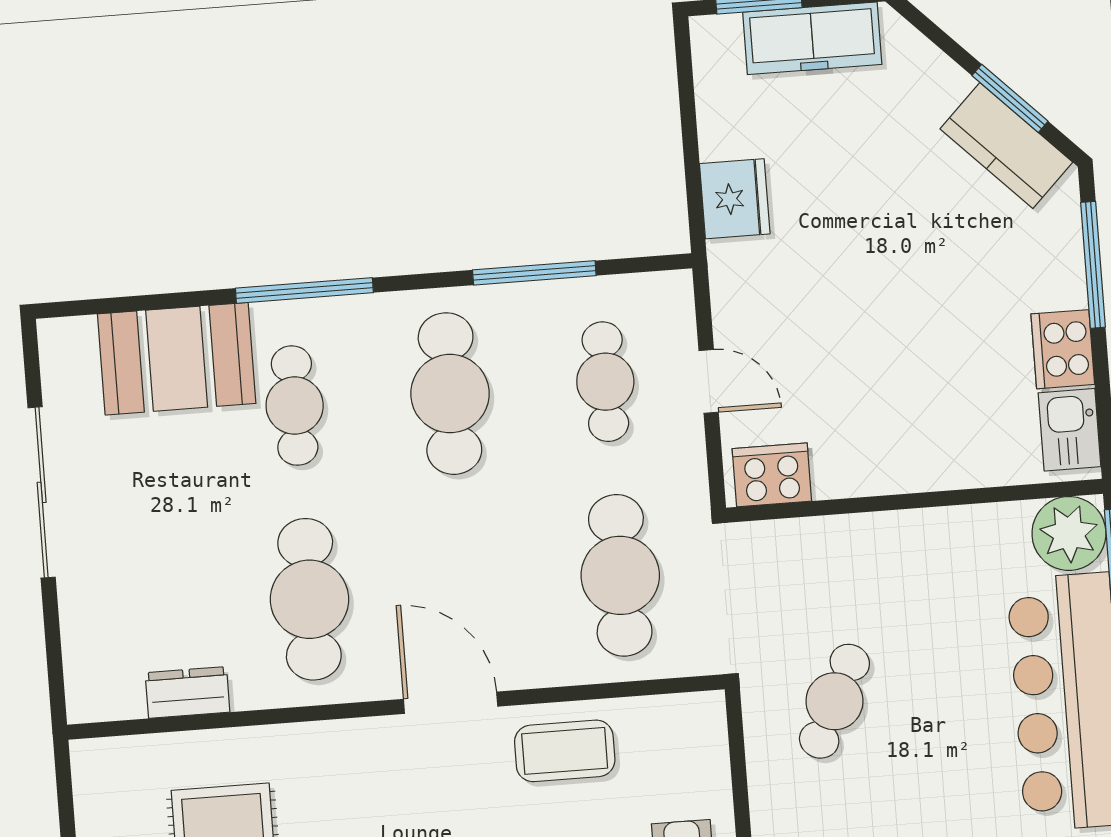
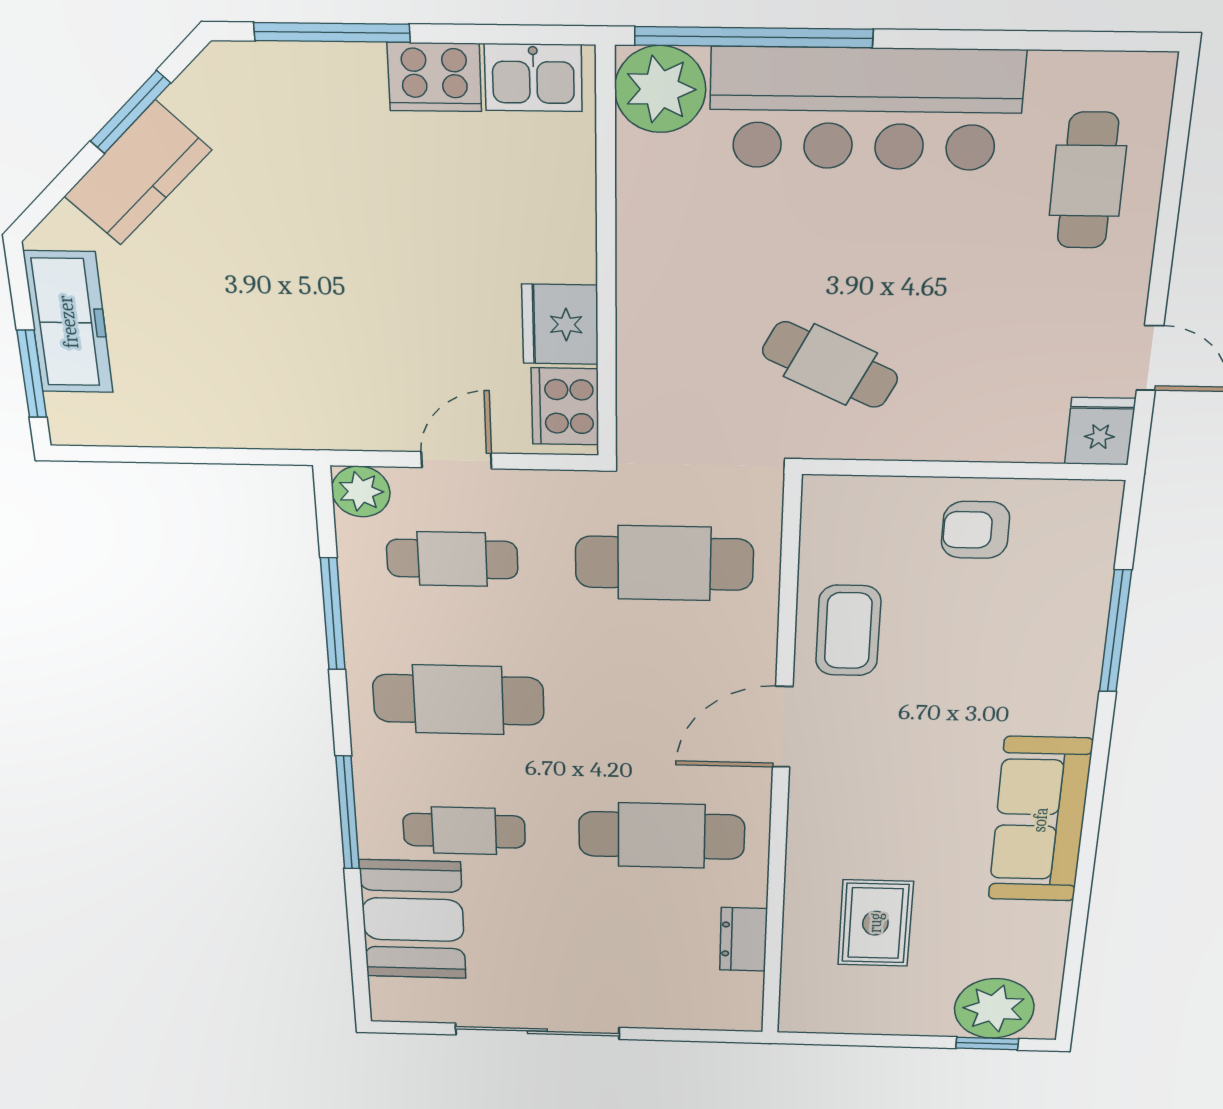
kitchen counter: (1006, 146) -> (138, 173), moved
fridge: (735, 199) -> (560, 324), moved, turned -90
plant: (668, 296) -> (361, 492), added

